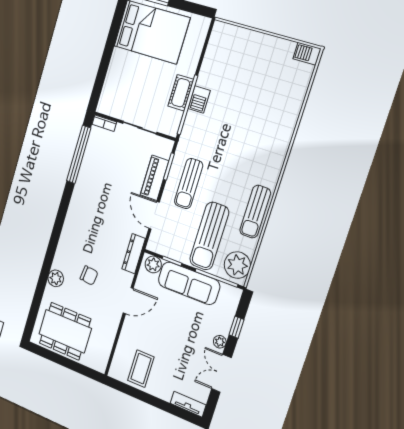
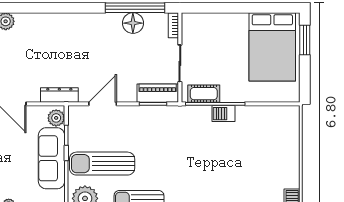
cot: (181, 93) -> (204, 94), moved
floor lamp: (91, 161) -> (133, 23), added
piano: (154, 178) -> (158, 93), moved
sun lounger: (189, 184) -> (144, 128), removed
chair: (89, 275) -> (22, 56), removed

